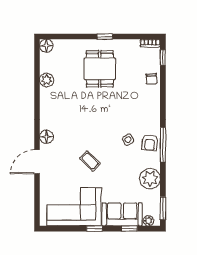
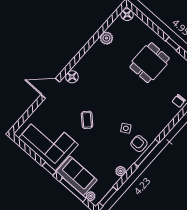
armchair: (150, 143) -> (139, 144), turned 85
plant: (150, 179) -> (121, 171), width x0.53, depth x0.53
window: (129, 229) -> (73, 190), width x2.17

